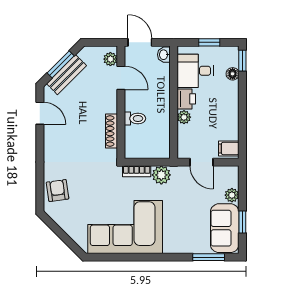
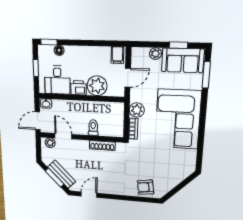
door: (121, 78) -> (63, 136), hinge flipped
plant: (184, 117) -> (97, 86), width x1.88, depth x1.88
corner sofa: (125, 227) -> (178, 119), moved

